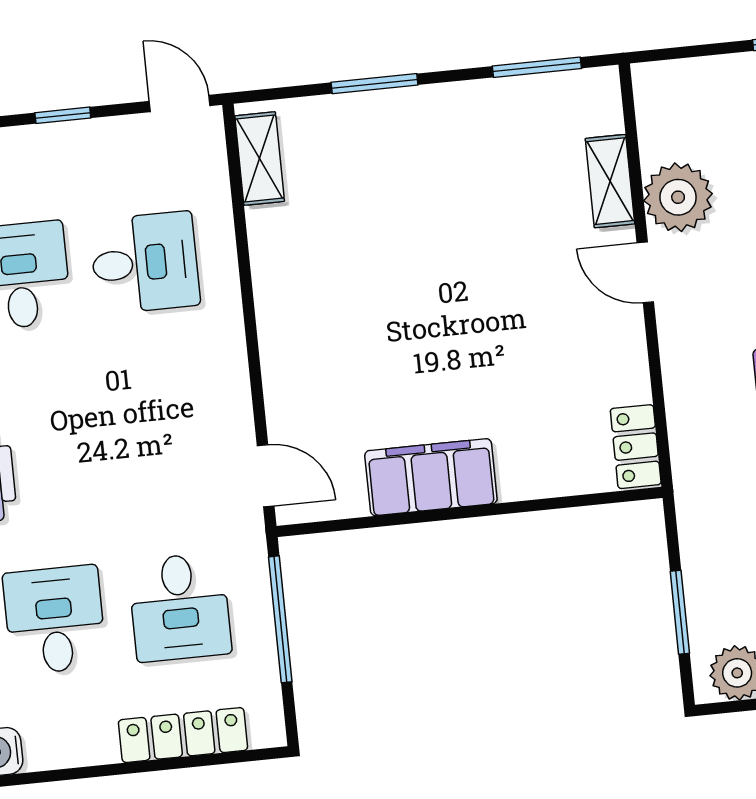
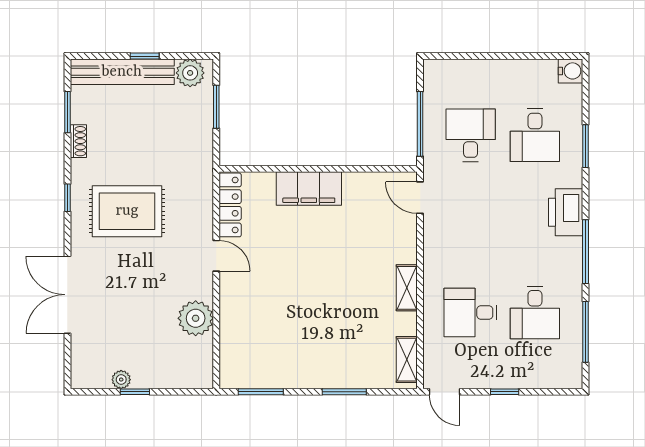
shelving: (610, 181) -> (407, 288), moved
door: (645, 272) -> (216, 256), moved
locker: (636, 447) -> (230, 205), width x1.53
filing cabinet: (431, 477) -> (309, 188), moved
locker: (183, 735) -> (476, 70), removed

